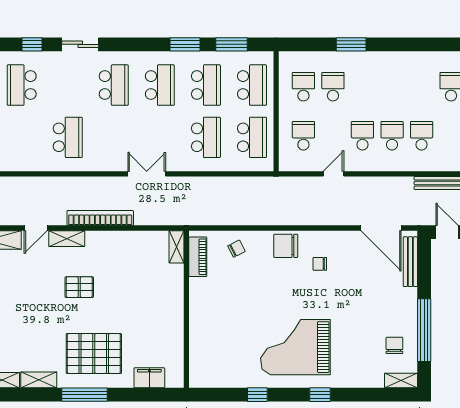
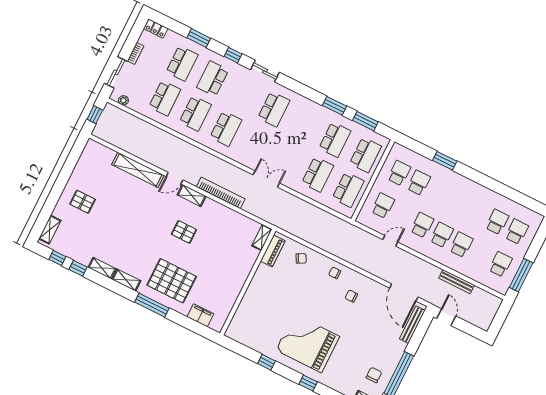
school desk: (160, 85) -> (195, 113), moved
chair: (286, 246) -> (335, 273), width x0.54, depth x0.54

